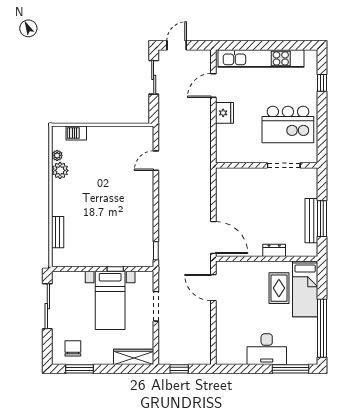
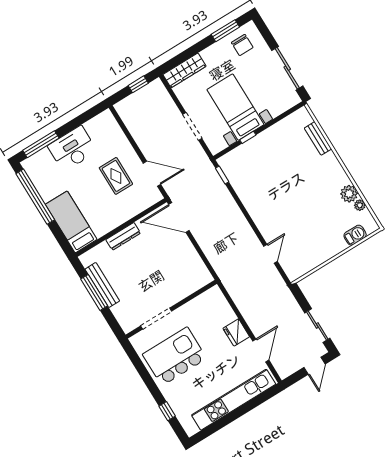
dresser: (274, 250) -> (123, 236), width x1.44
rug: (279, 288) -> (116, 176), moved

